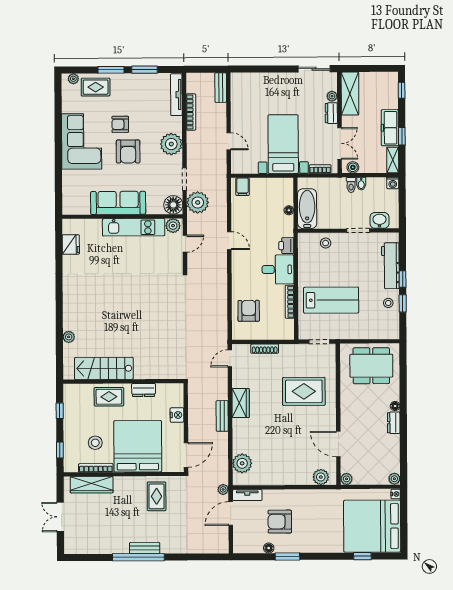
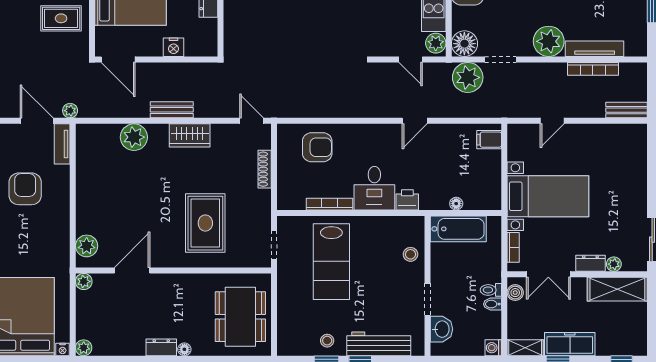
tv unit: (176, 95) -> (595, 49), moved
plant: (242, 463) -> (134, 137), moved

